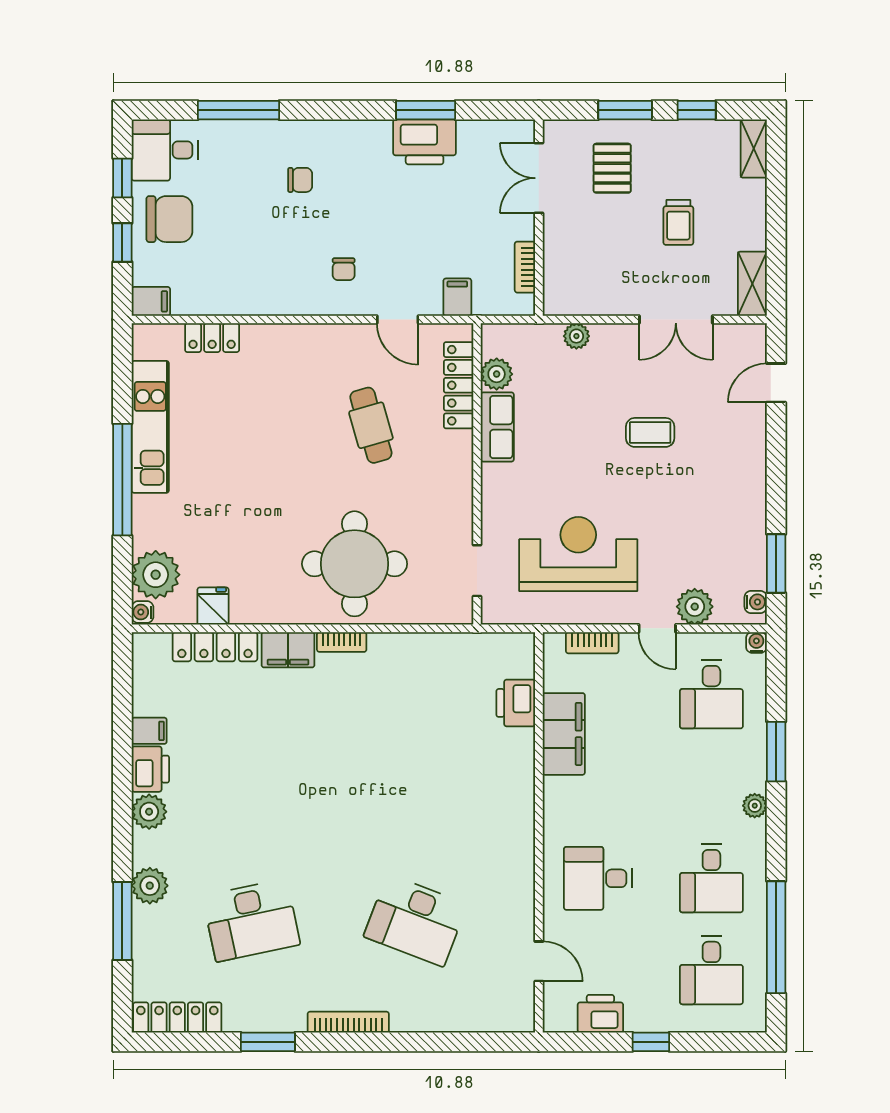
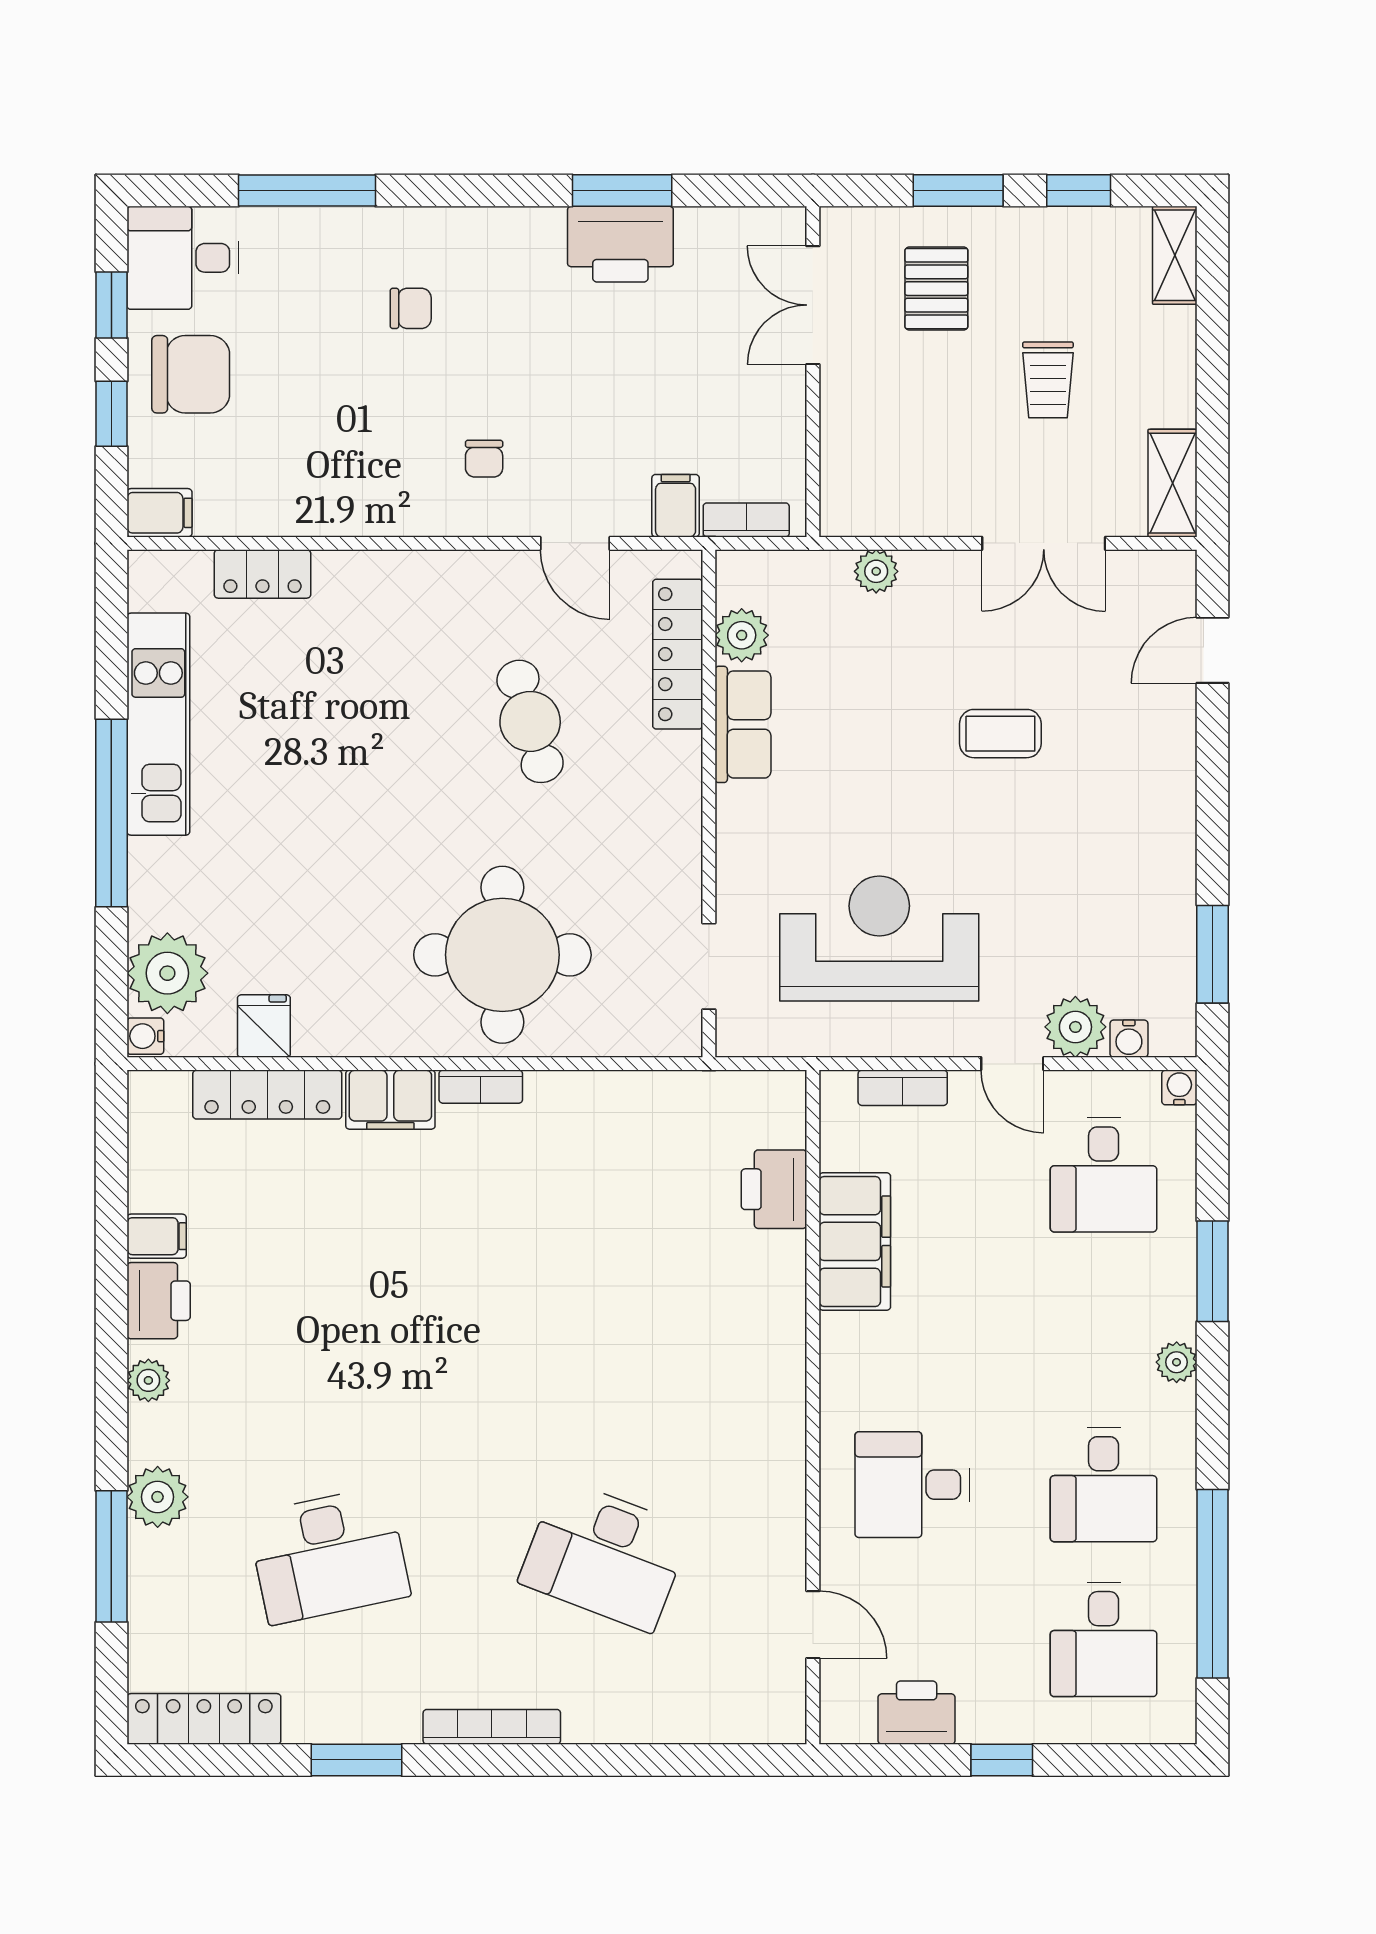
bookcase: (525, 267) -> (746, 520), moved, turned 90
water cooler: (756, 602) -> (1129, 1039), moved, turned 90
plant: (149, 812) -> (148, 1380), width x0.73, depth x0.73

